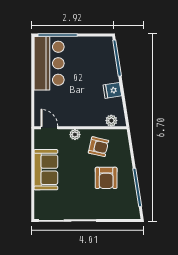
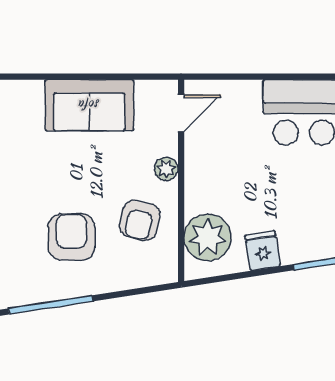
plant: (111, 121) -> (208, 237), width x1.87, depth x1.87
armchair: (106, 178) -> (71, 237), turned 90

